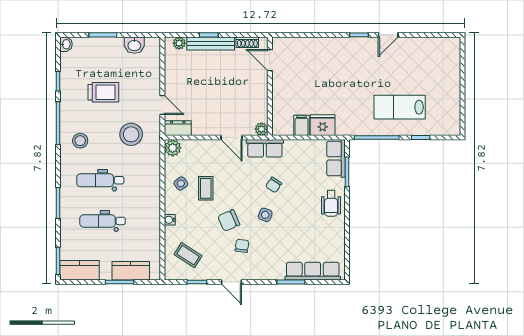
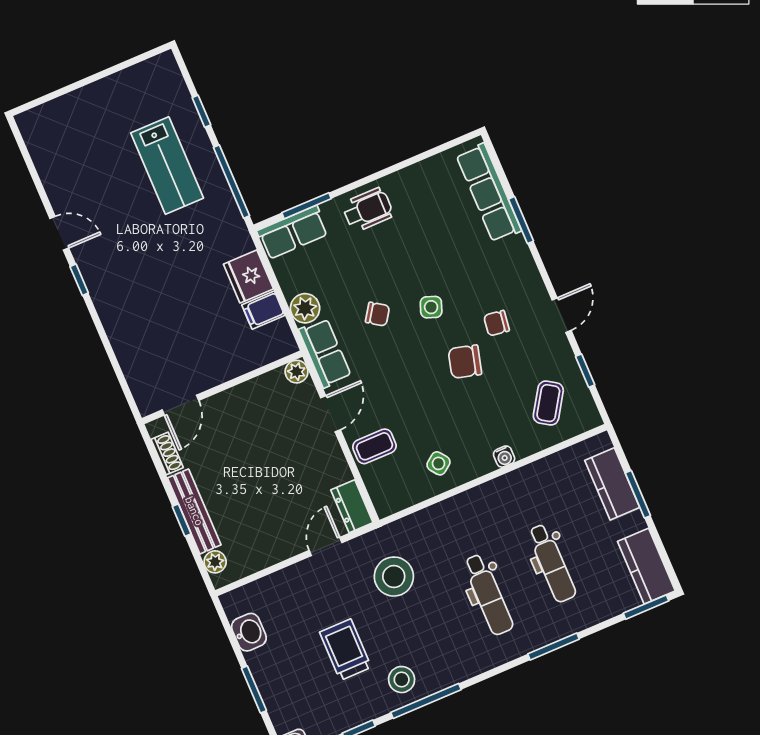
stool: (80, 141) -> (402, 680), moved
plant: (173, 148) -> (305, 308), moved
coffee table: (206, 188) -> (374, 446), moved
chair: (229, 220) -> (465, 362), turned 129

